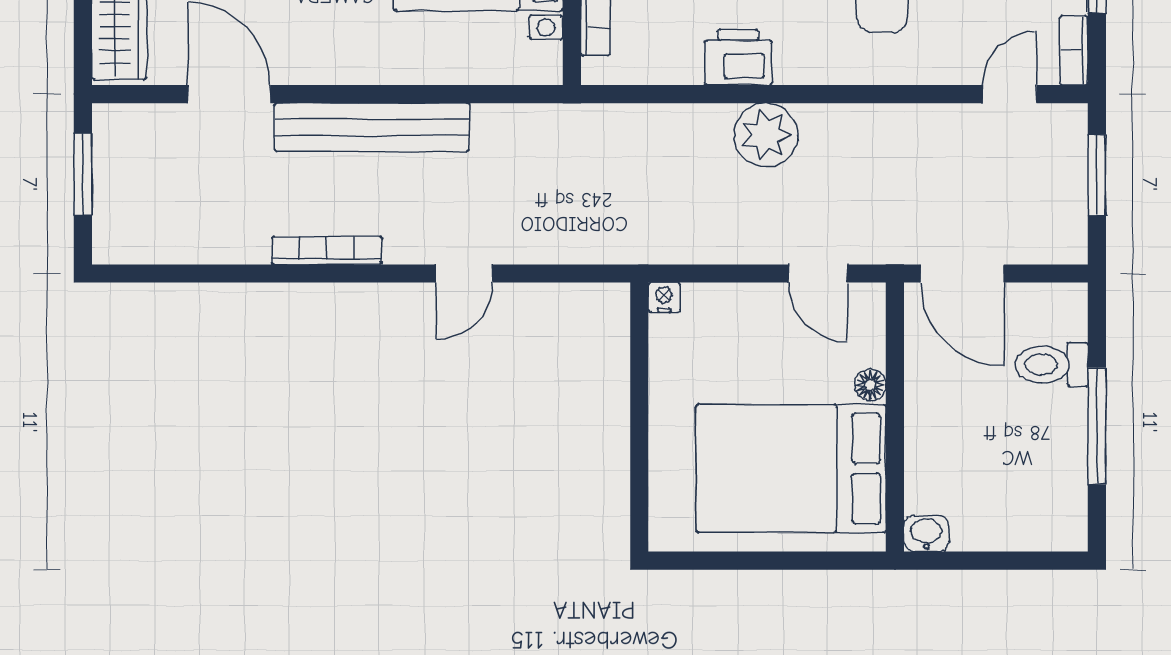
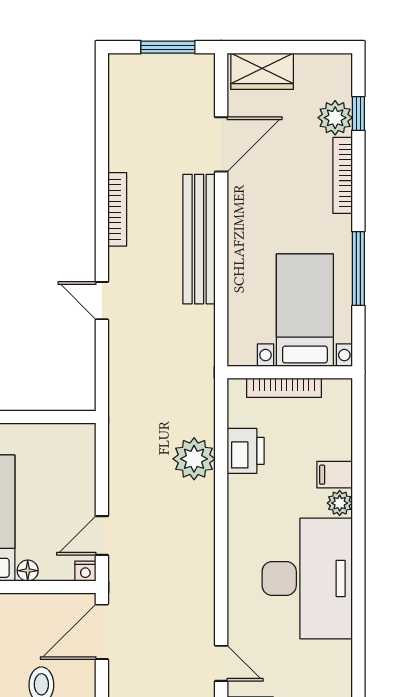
printer: (738, 57) -> (246, 451), moved
plant: (766, 135) -> (194, 459), moved
nightstand: (664, 297) -> (85, 571), moved, turned 90

